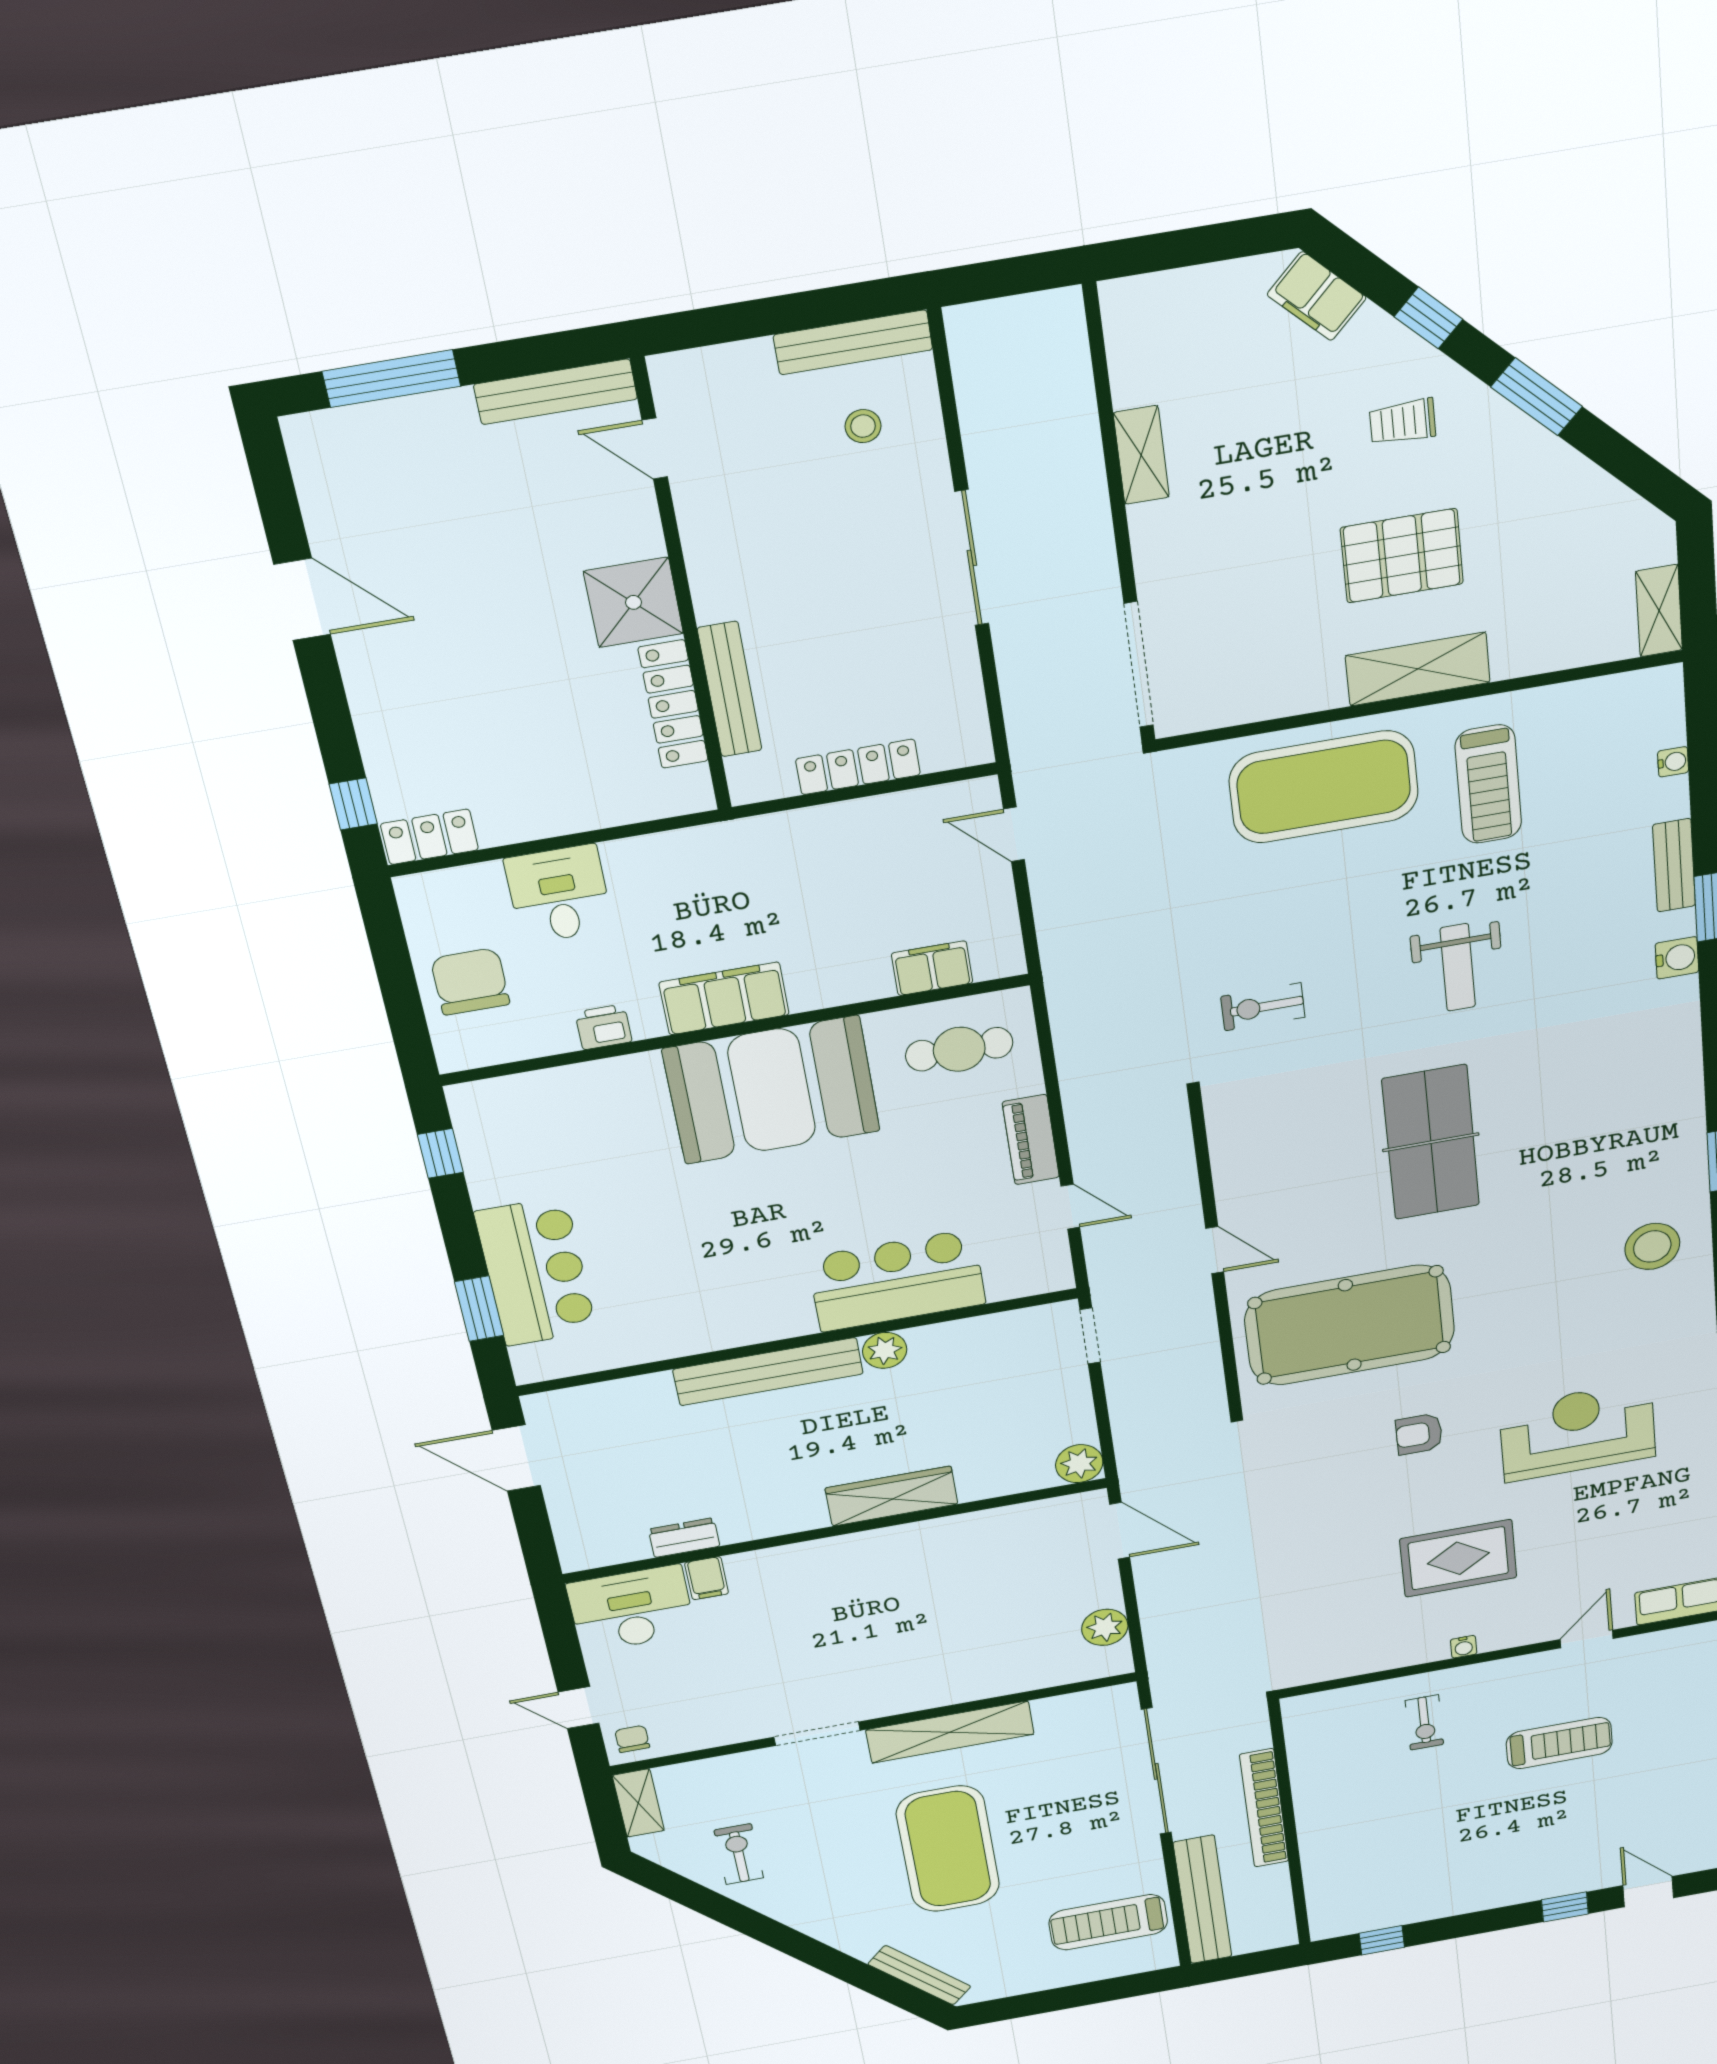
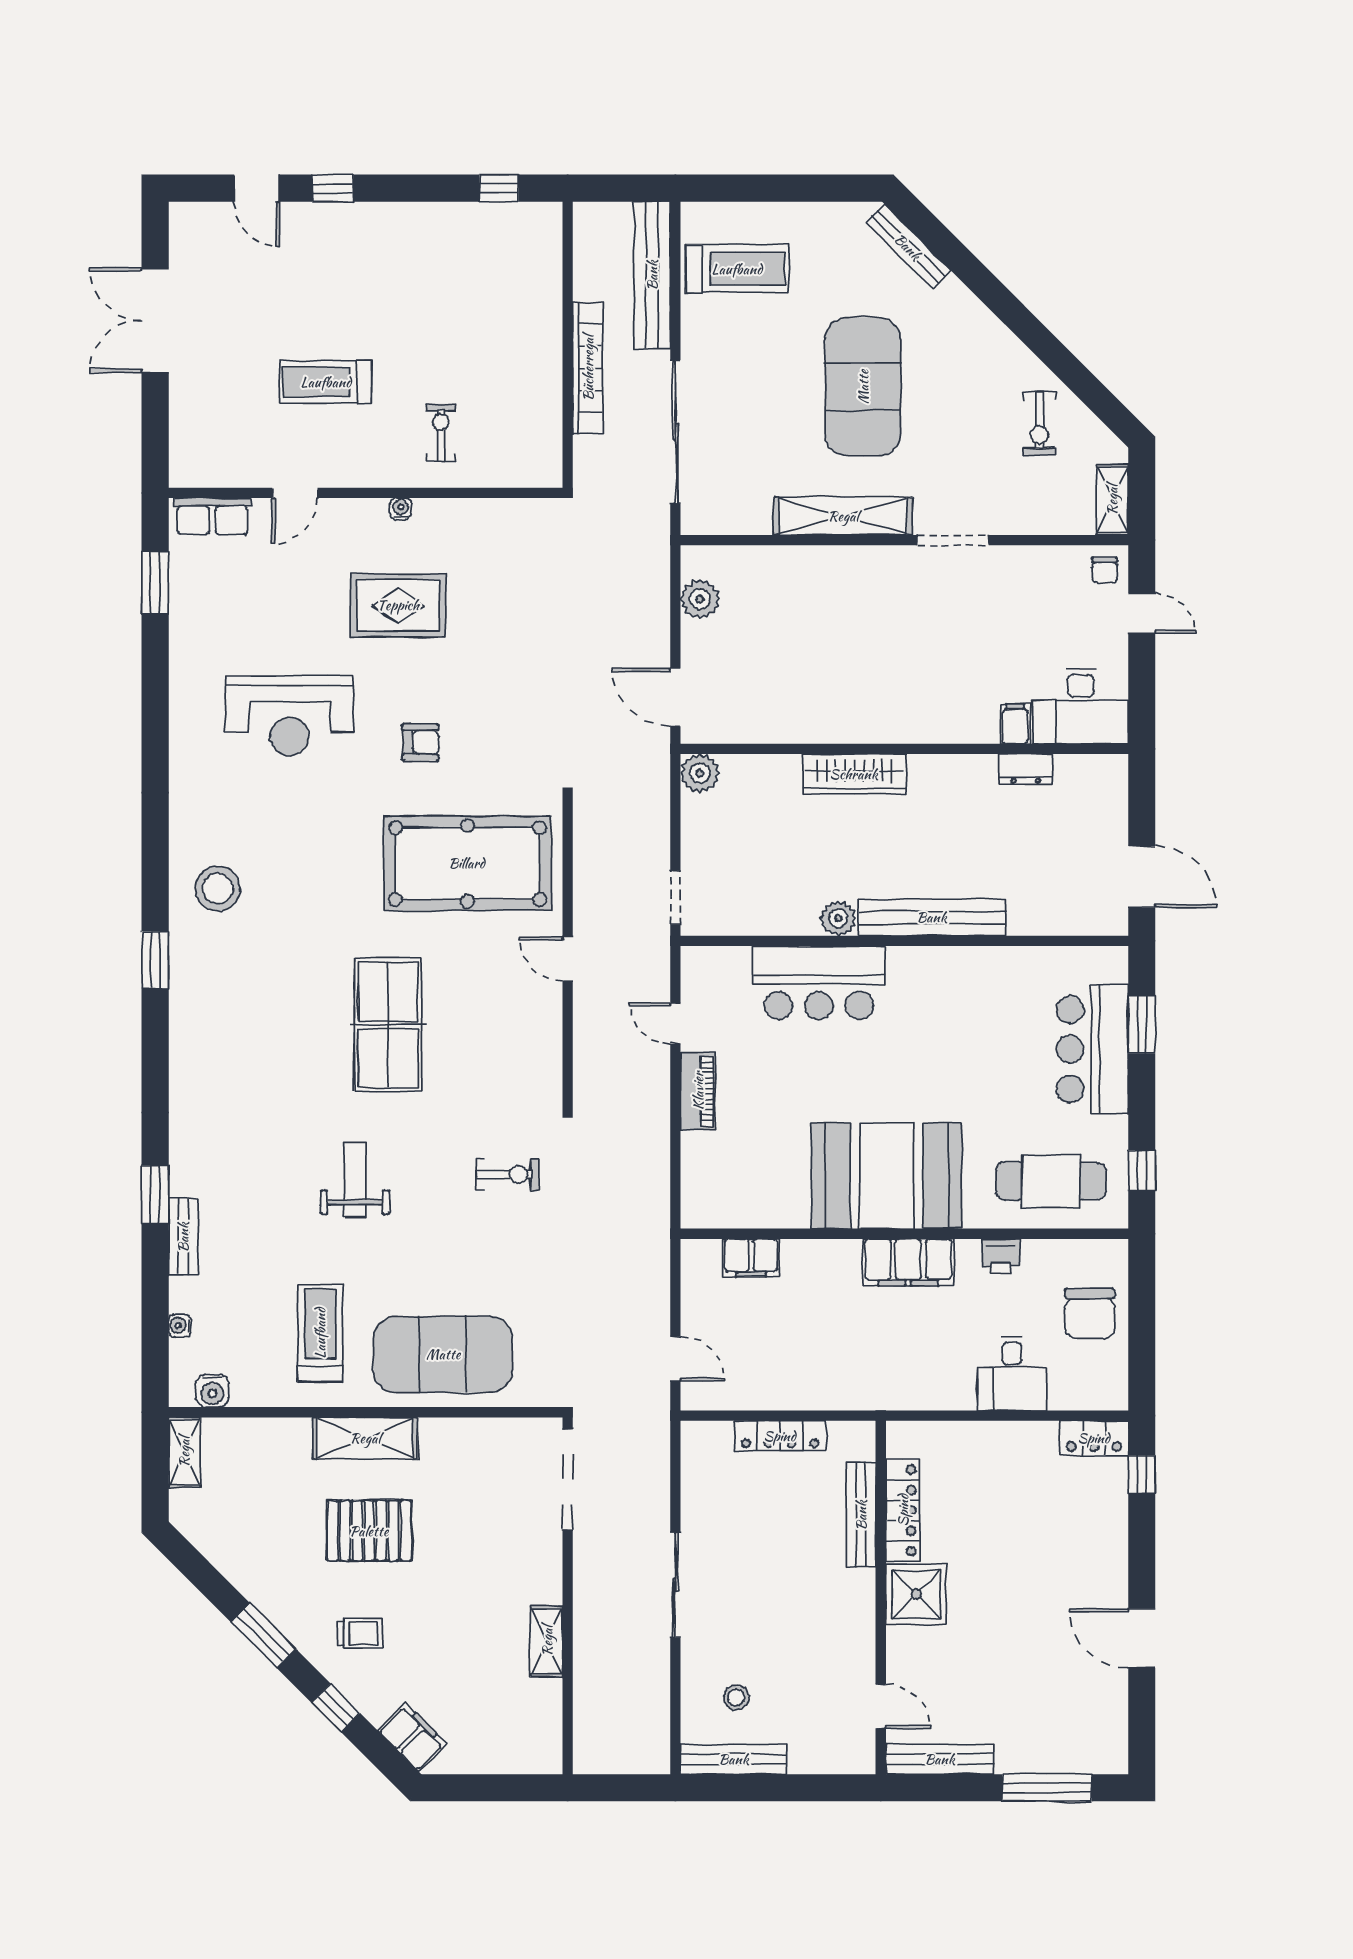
water cooler: (1677, 958) -> (212, 1391), moved, turned -90
cafe table: (959, 1049) -> (1051, 1181), moved, width x1.37, depth x1.35

